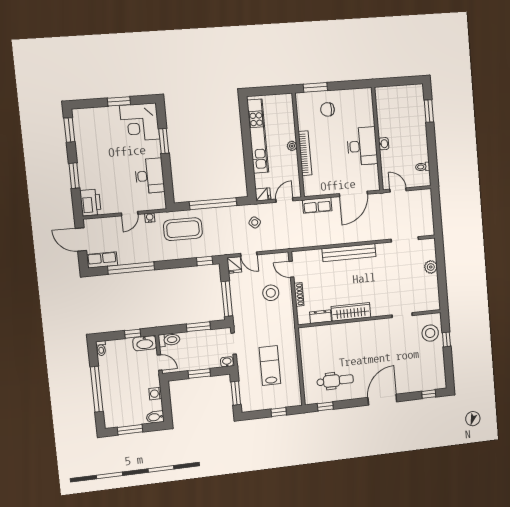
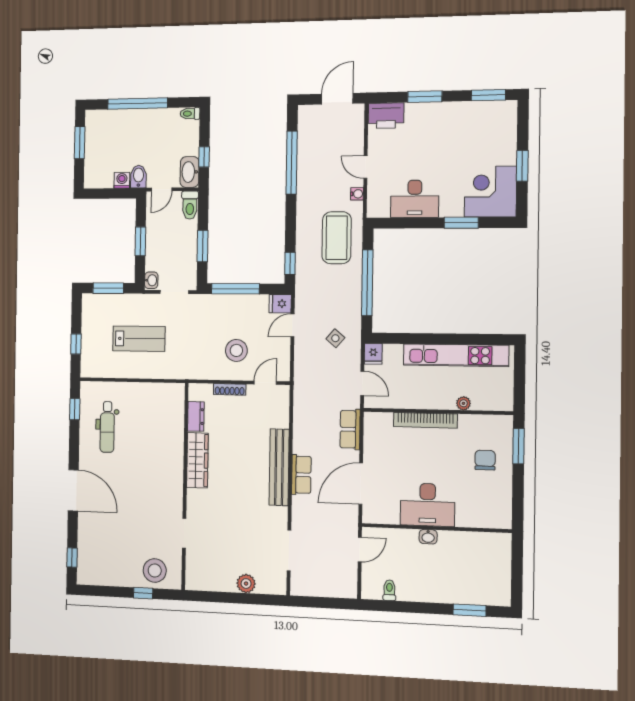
plant: (292, 146) -> (463, 403), moved
door: (353, 194) -> (361, 484), hinge flipped
row of seats: (102, 260) -> (301, 475), moved
bidet: (155, 417) -> (138, 177), moved

